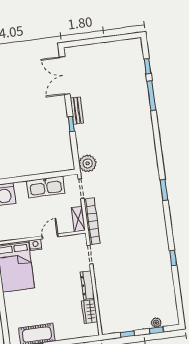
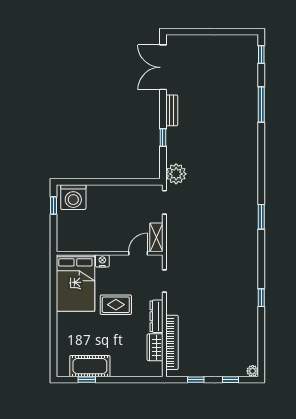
window: (147, 66) -> (261, 54), moved
window: (71, 124) -> (163, 137), moved
kitchen sink: (46, 187) -> (123, 195), removed
bookcase: (92, 221) -> (172, 342), moved
door: (50, 236) -> (138, 253), moved
rug: (52, 280) -> (116, 305), added
plant: (156, 323) -> (253, 371), moved

